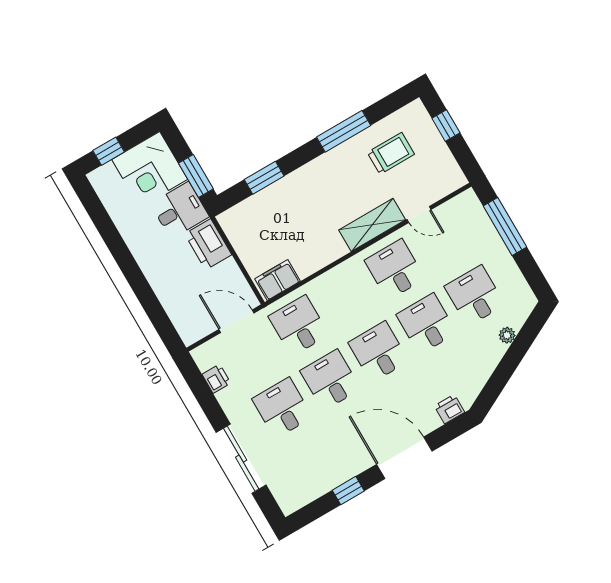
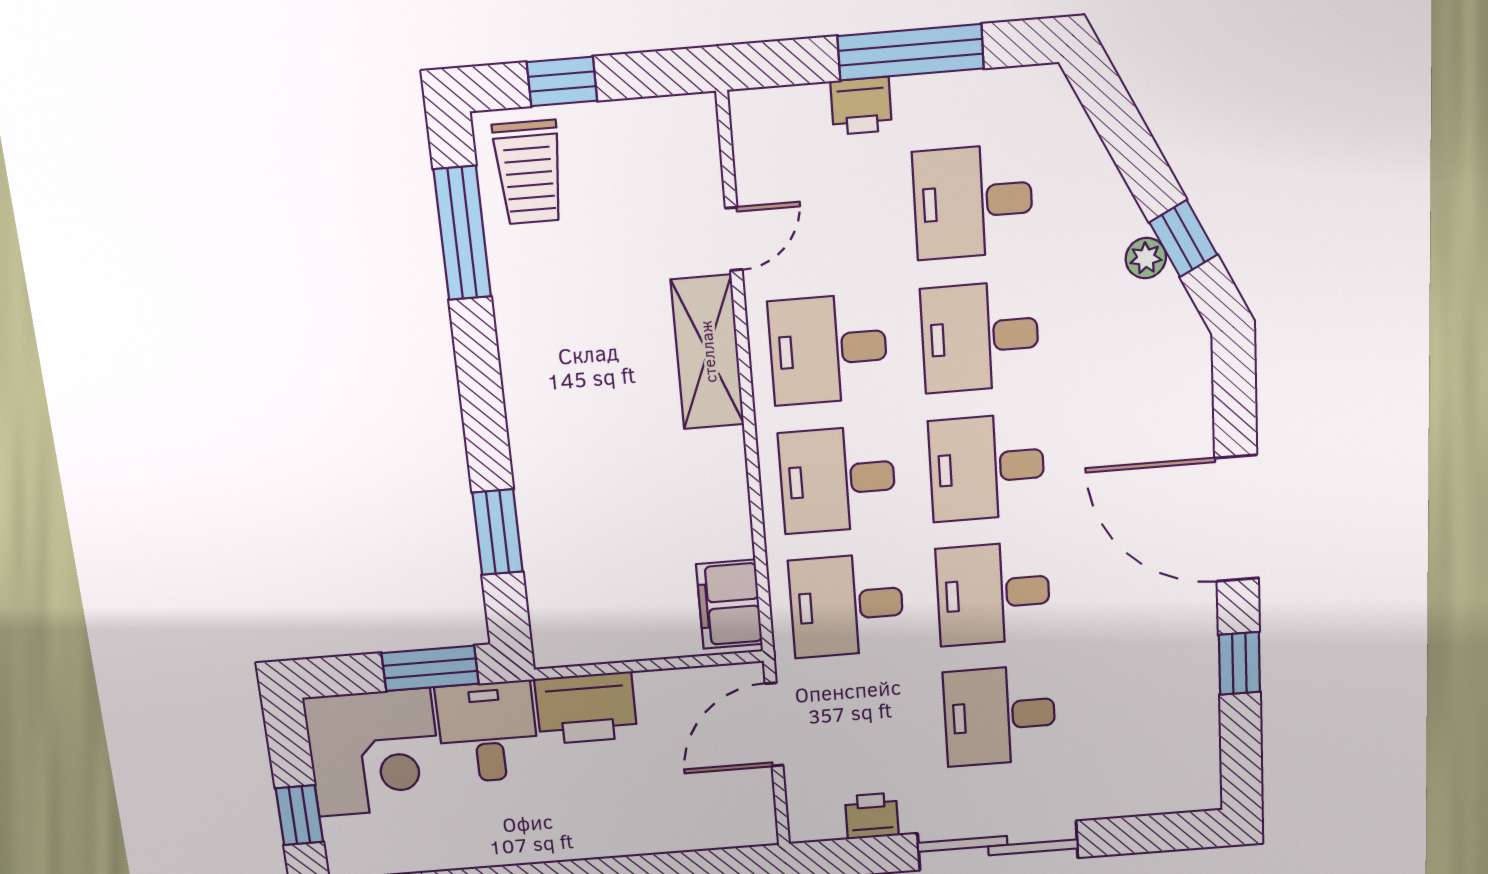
window: (344, 131) -> (462, 233), moved
trolley: (391, 153) -> (529, 172), moved, turned 180
window: (505, 226) -> (911, 52), moved
desk: (347, 297) -> (838, 480), added
plant: (507, 335) -> (1146, 258), moved
window: (498, 380) -> (1183, 239), added
printer: (449, 409) -> (861, 106), moved, turned -90
door: (404, 458) -> (1237, 518), hinge flipped
sliding door: (241, 459) -> (998, 846), moved

